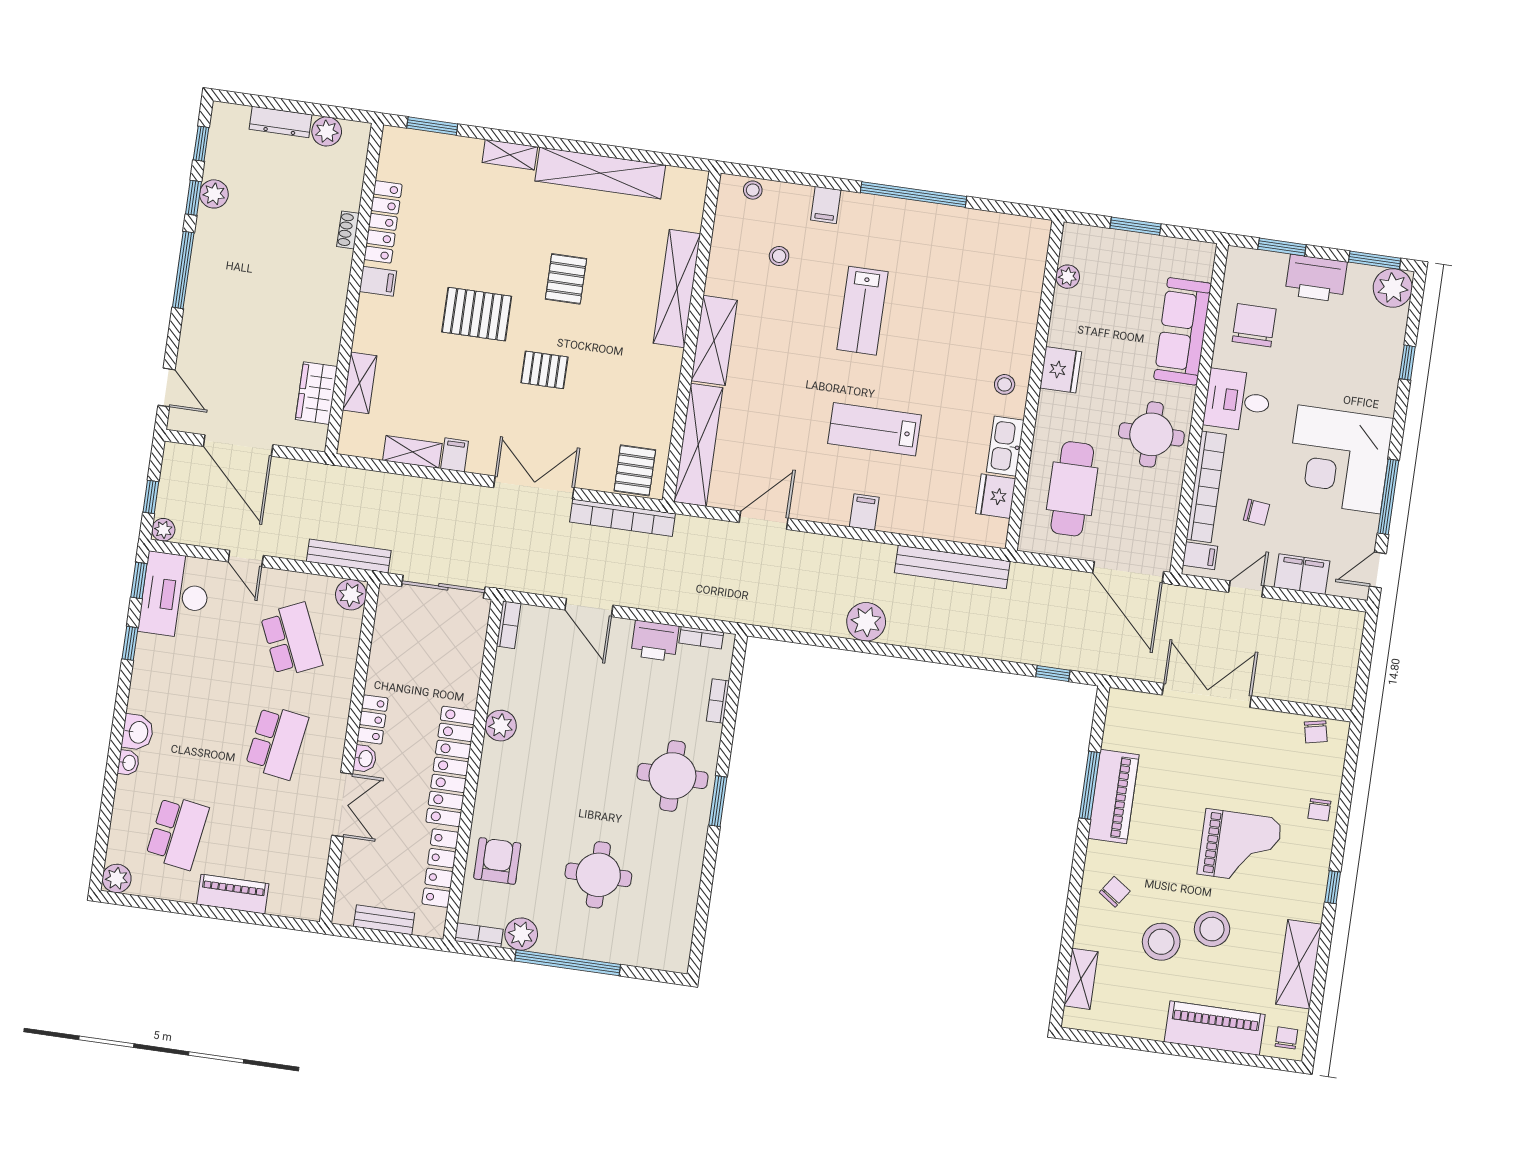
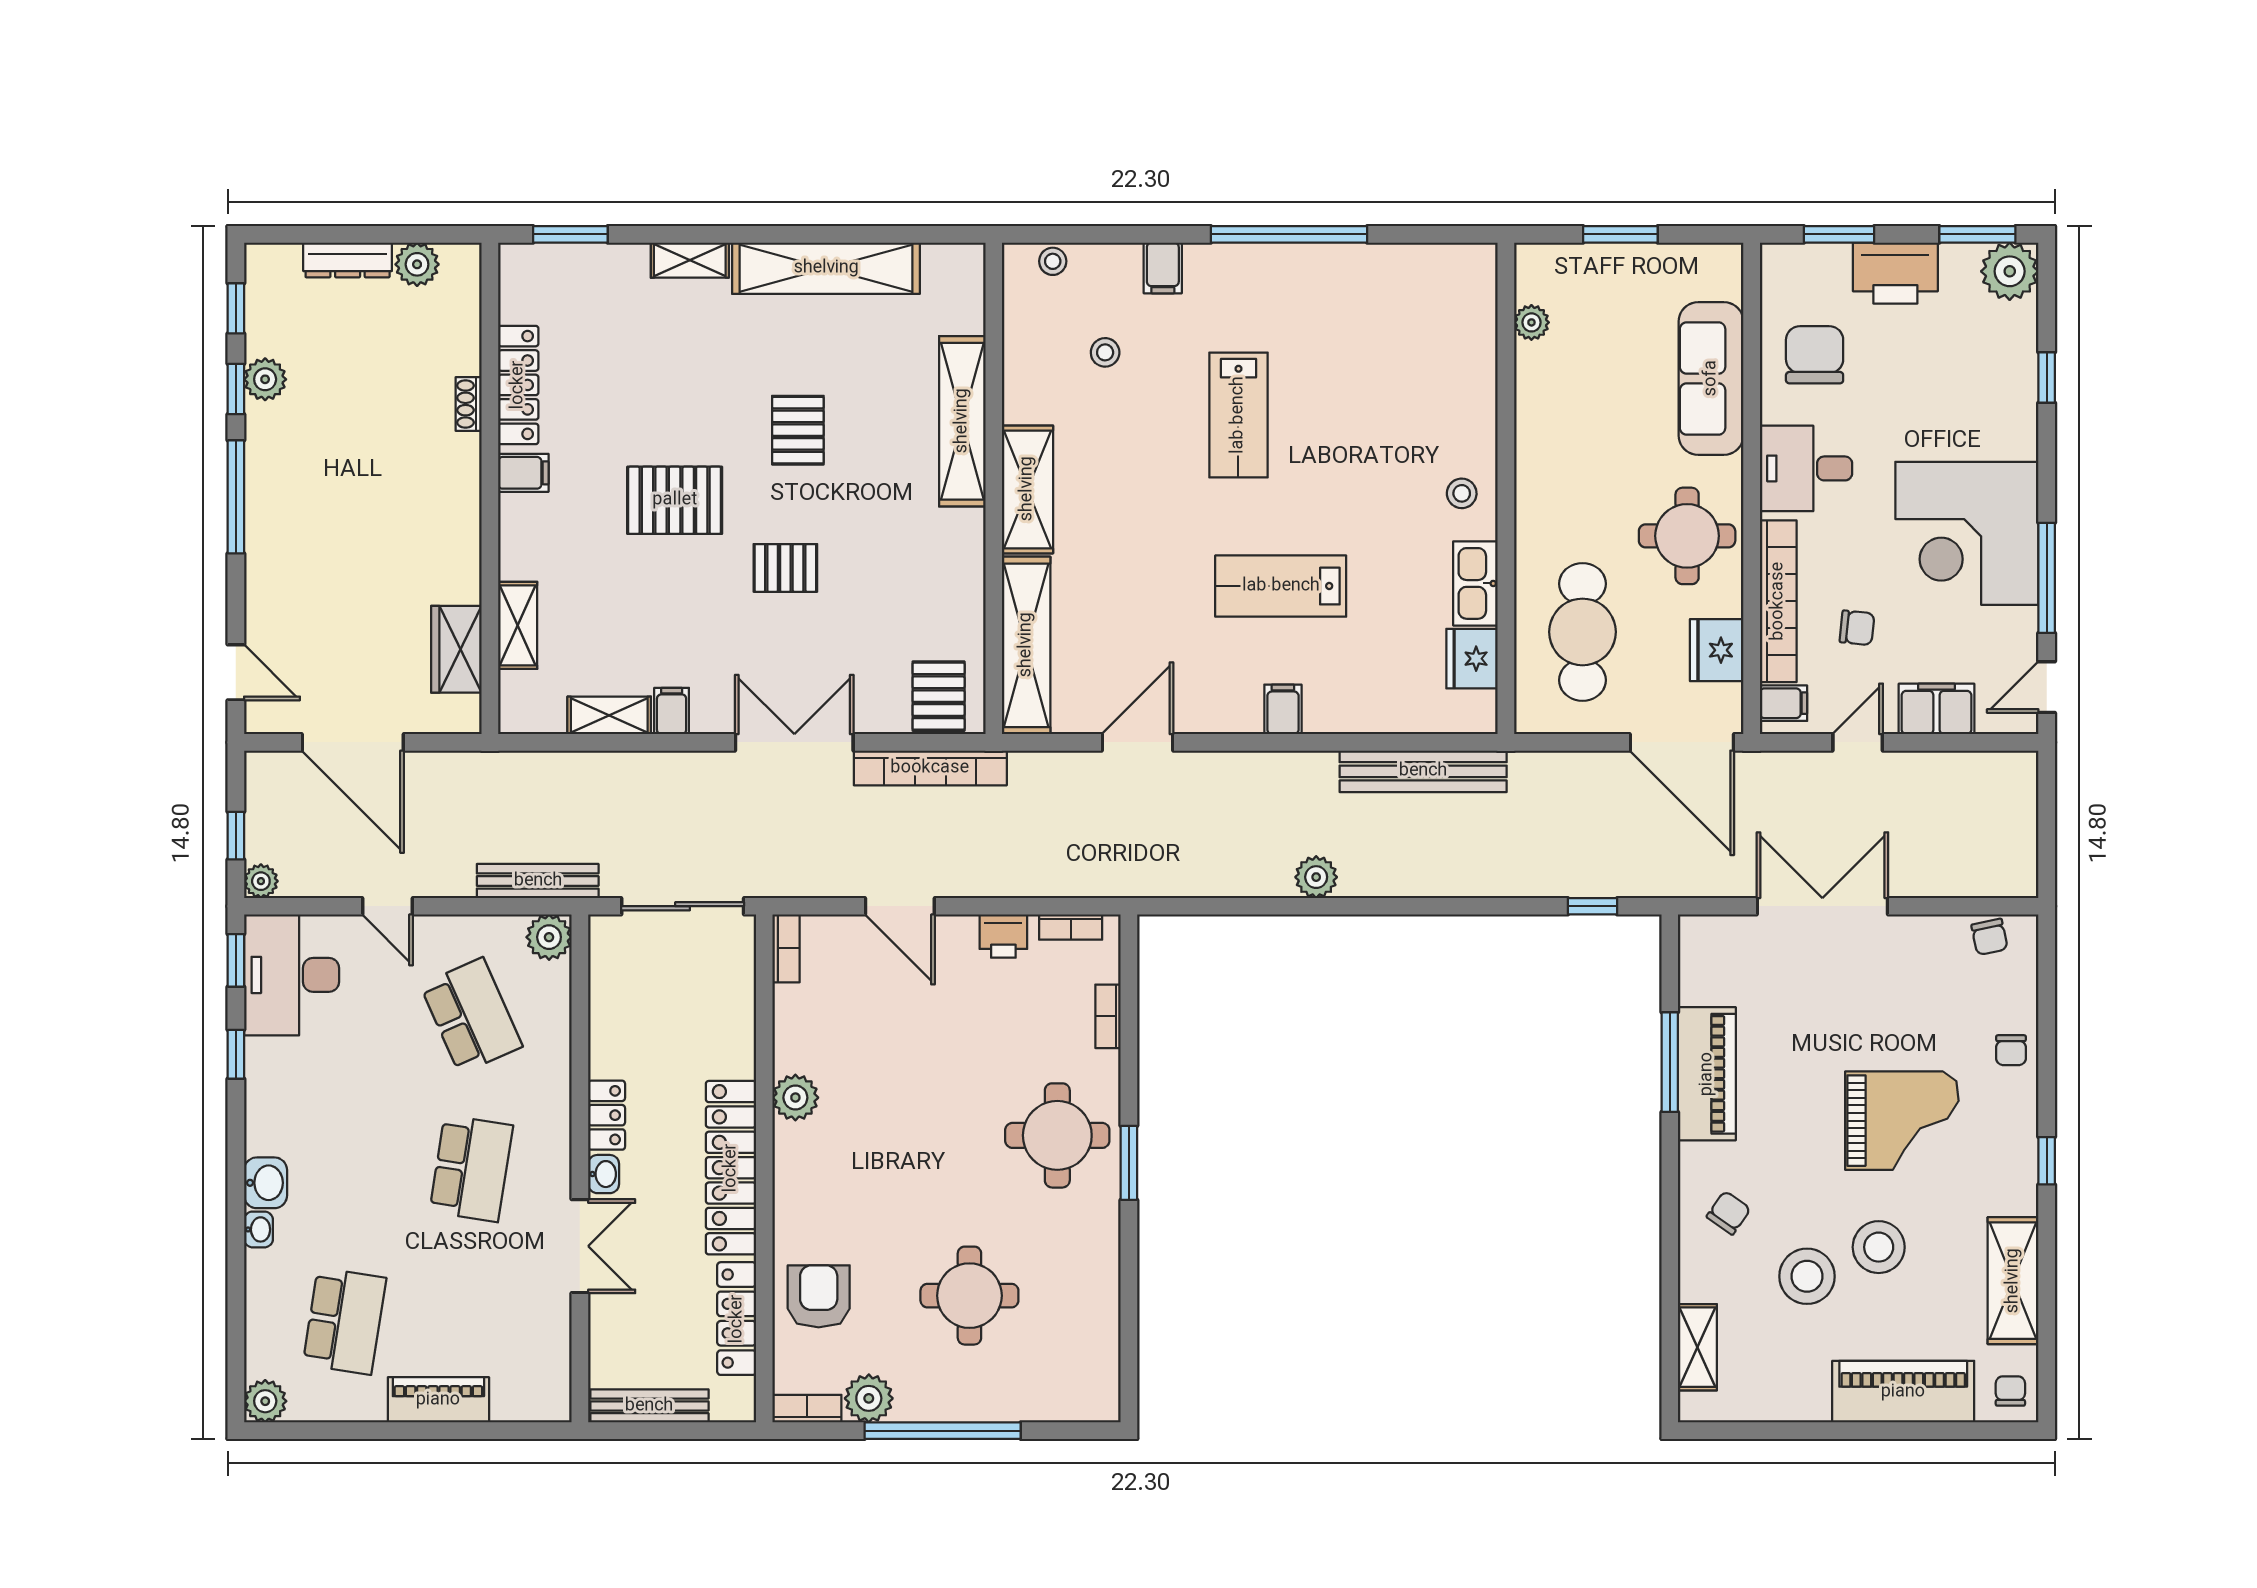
fridge: (1061, 370) -> (1717, 650), moved, turned 180
plant: (866, 622) -> (1316, 877), width x0.73, depth x0.73
printer: (655, 641) -> (1003, 936), width x0.73, depth x0.81
bench: (384, 920) -> (649, 1406), width x1.36

